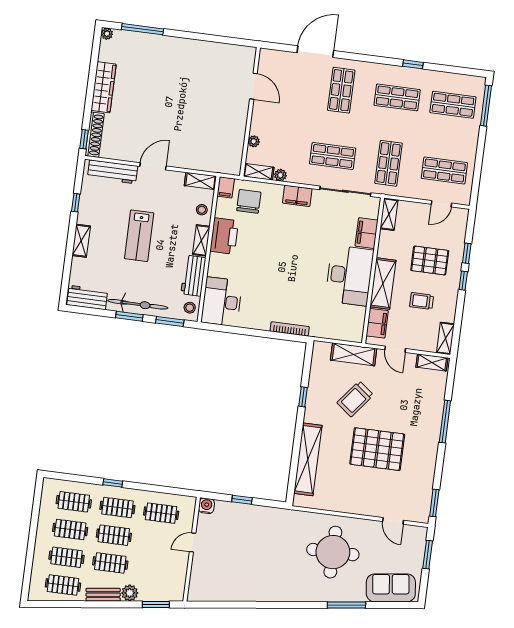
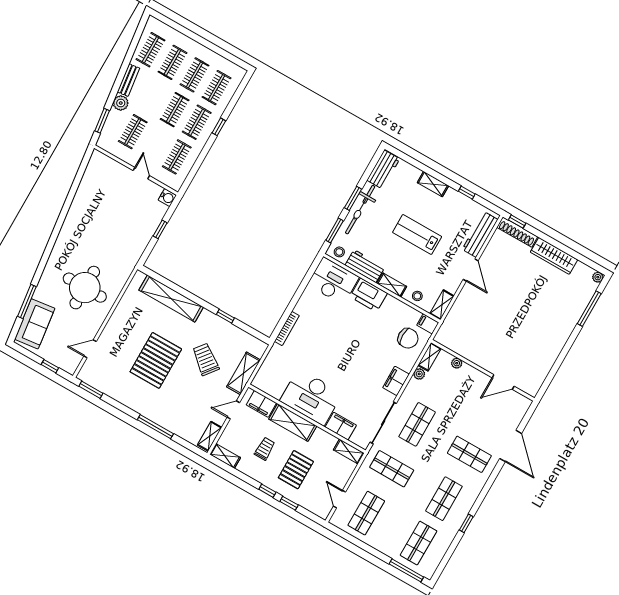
printer: (224, 236) -> (369, 295), moved
window: (428, 555) -> (50, 366), width x0.67
clothes rail: (110, 563) -> (133, 132), moved
window: (346, 605) -> (27, 302), moved

